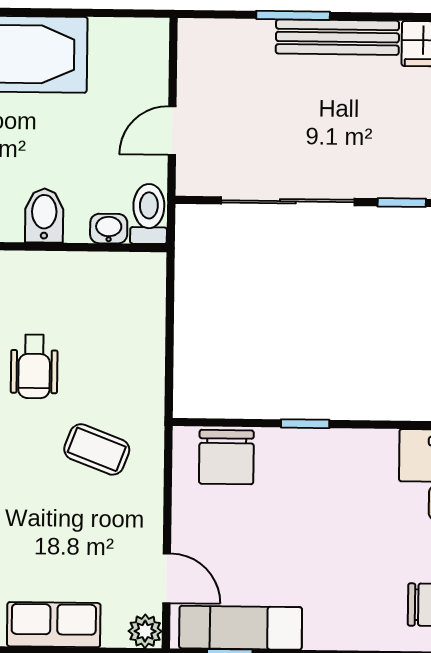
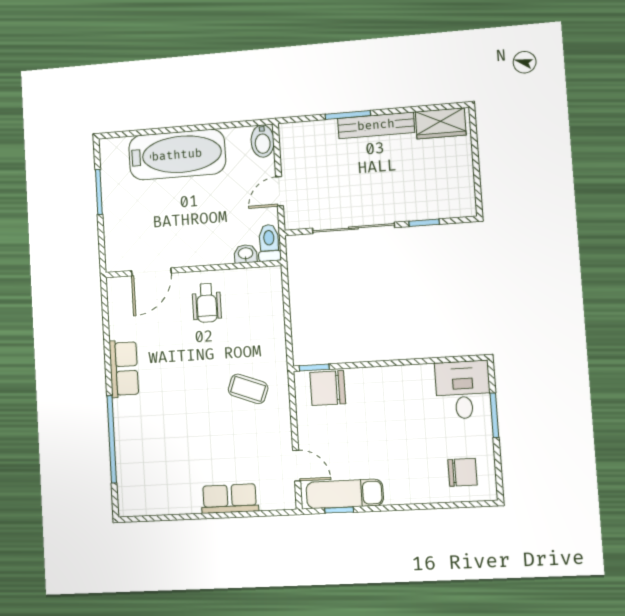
bidet: (44, 215) -> (263, 141), moved, turned 180
wheelchair: (34, 367) -> (207, 303), moved
window: (305, 424) -> (314, 368), moved
chair: (226, 457) -> (328, 388), turned 90
plant: (145, 631) -> (286, 499), removed

